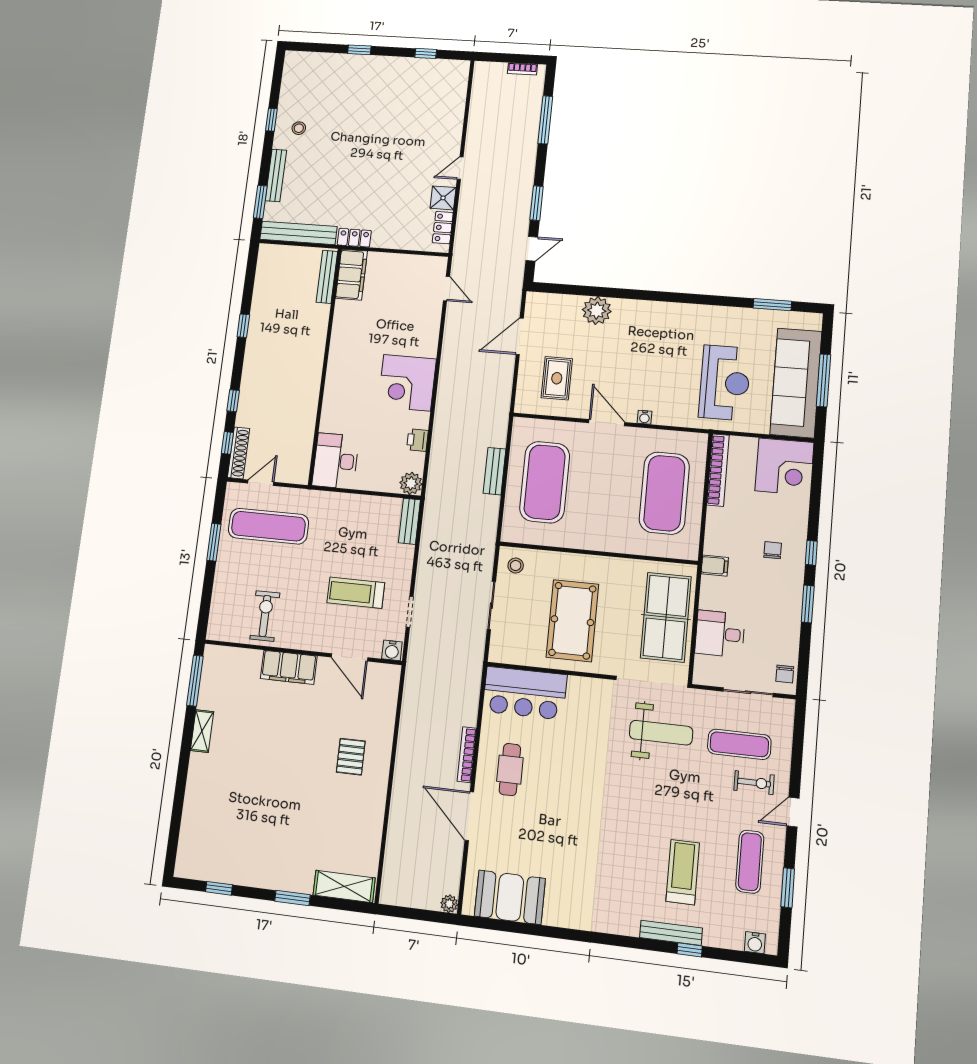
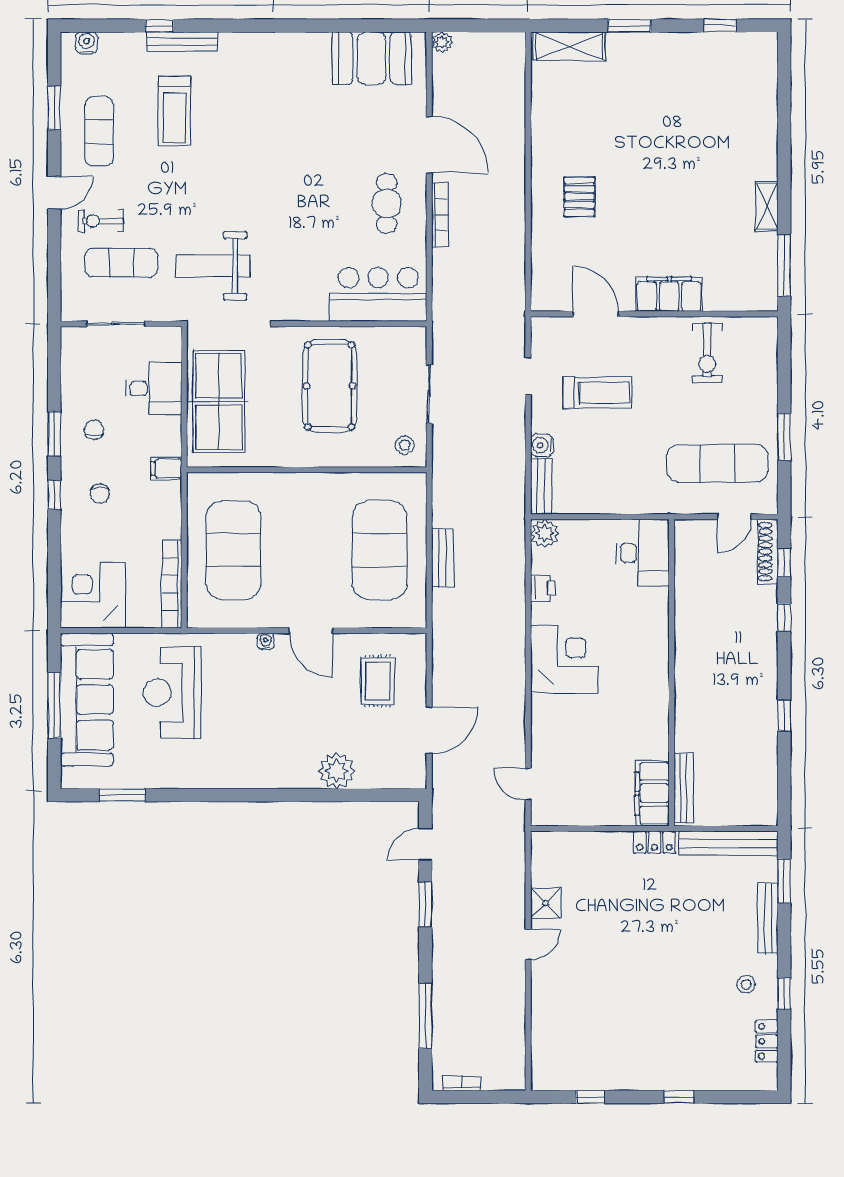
locker: (443, 228) -> (767, 1041), moved, turned 180
water cooler: (392, 650) -> (542, 445), moved, turned -90
chair: (785, 674) -> (94, 430), moved

